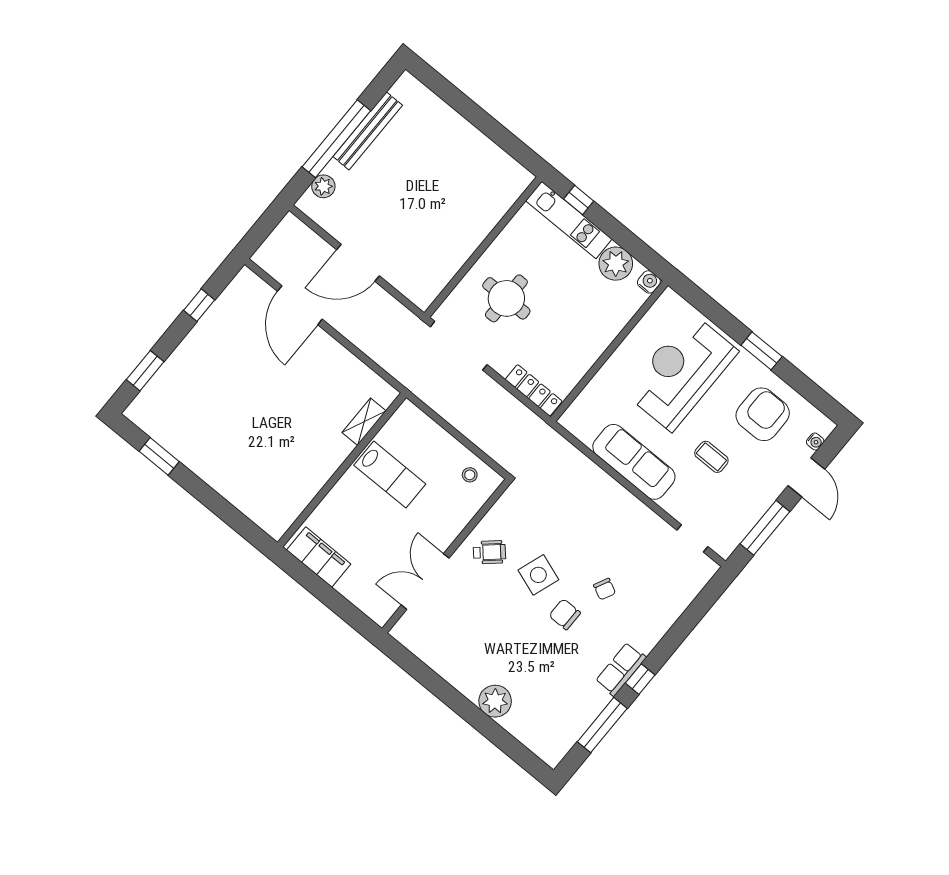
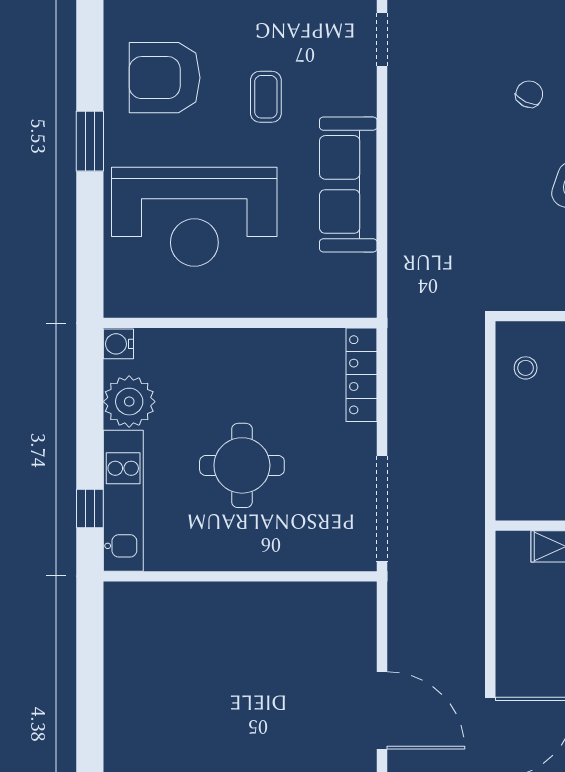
round table: (506, 298) -> (242, 465), moved

